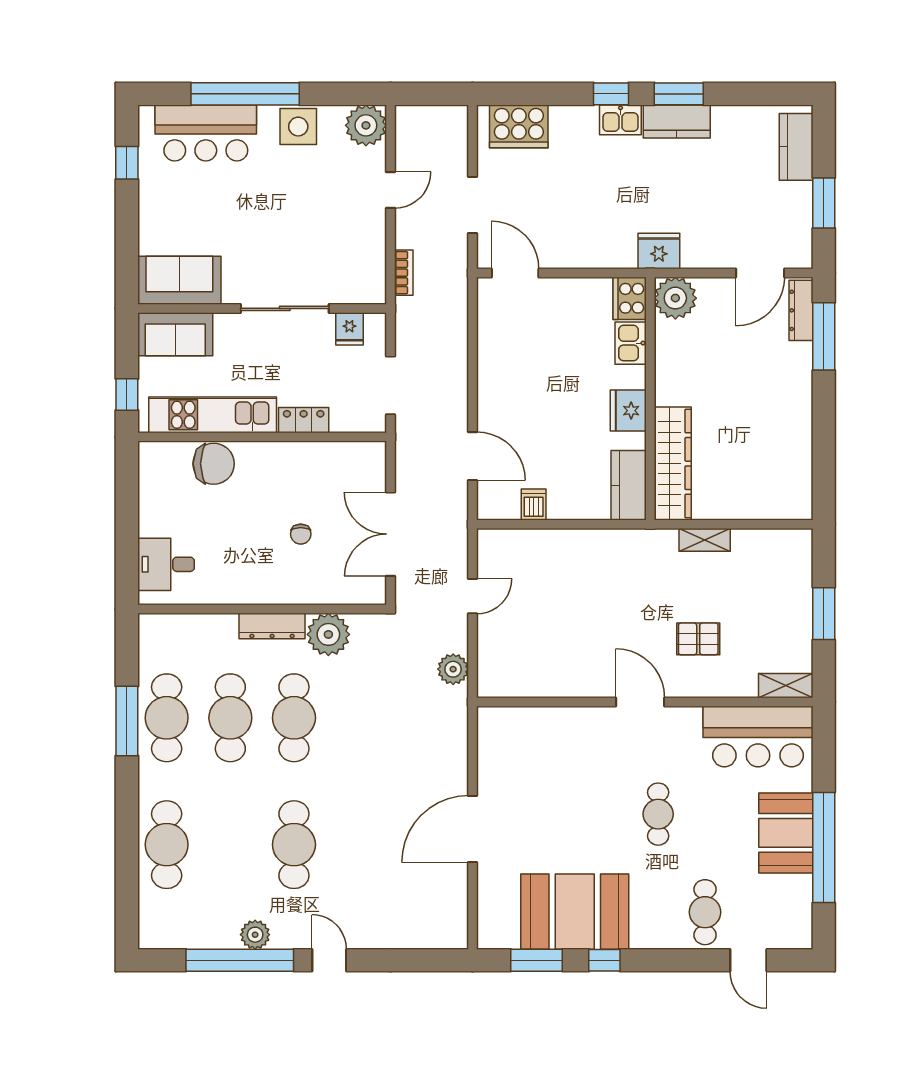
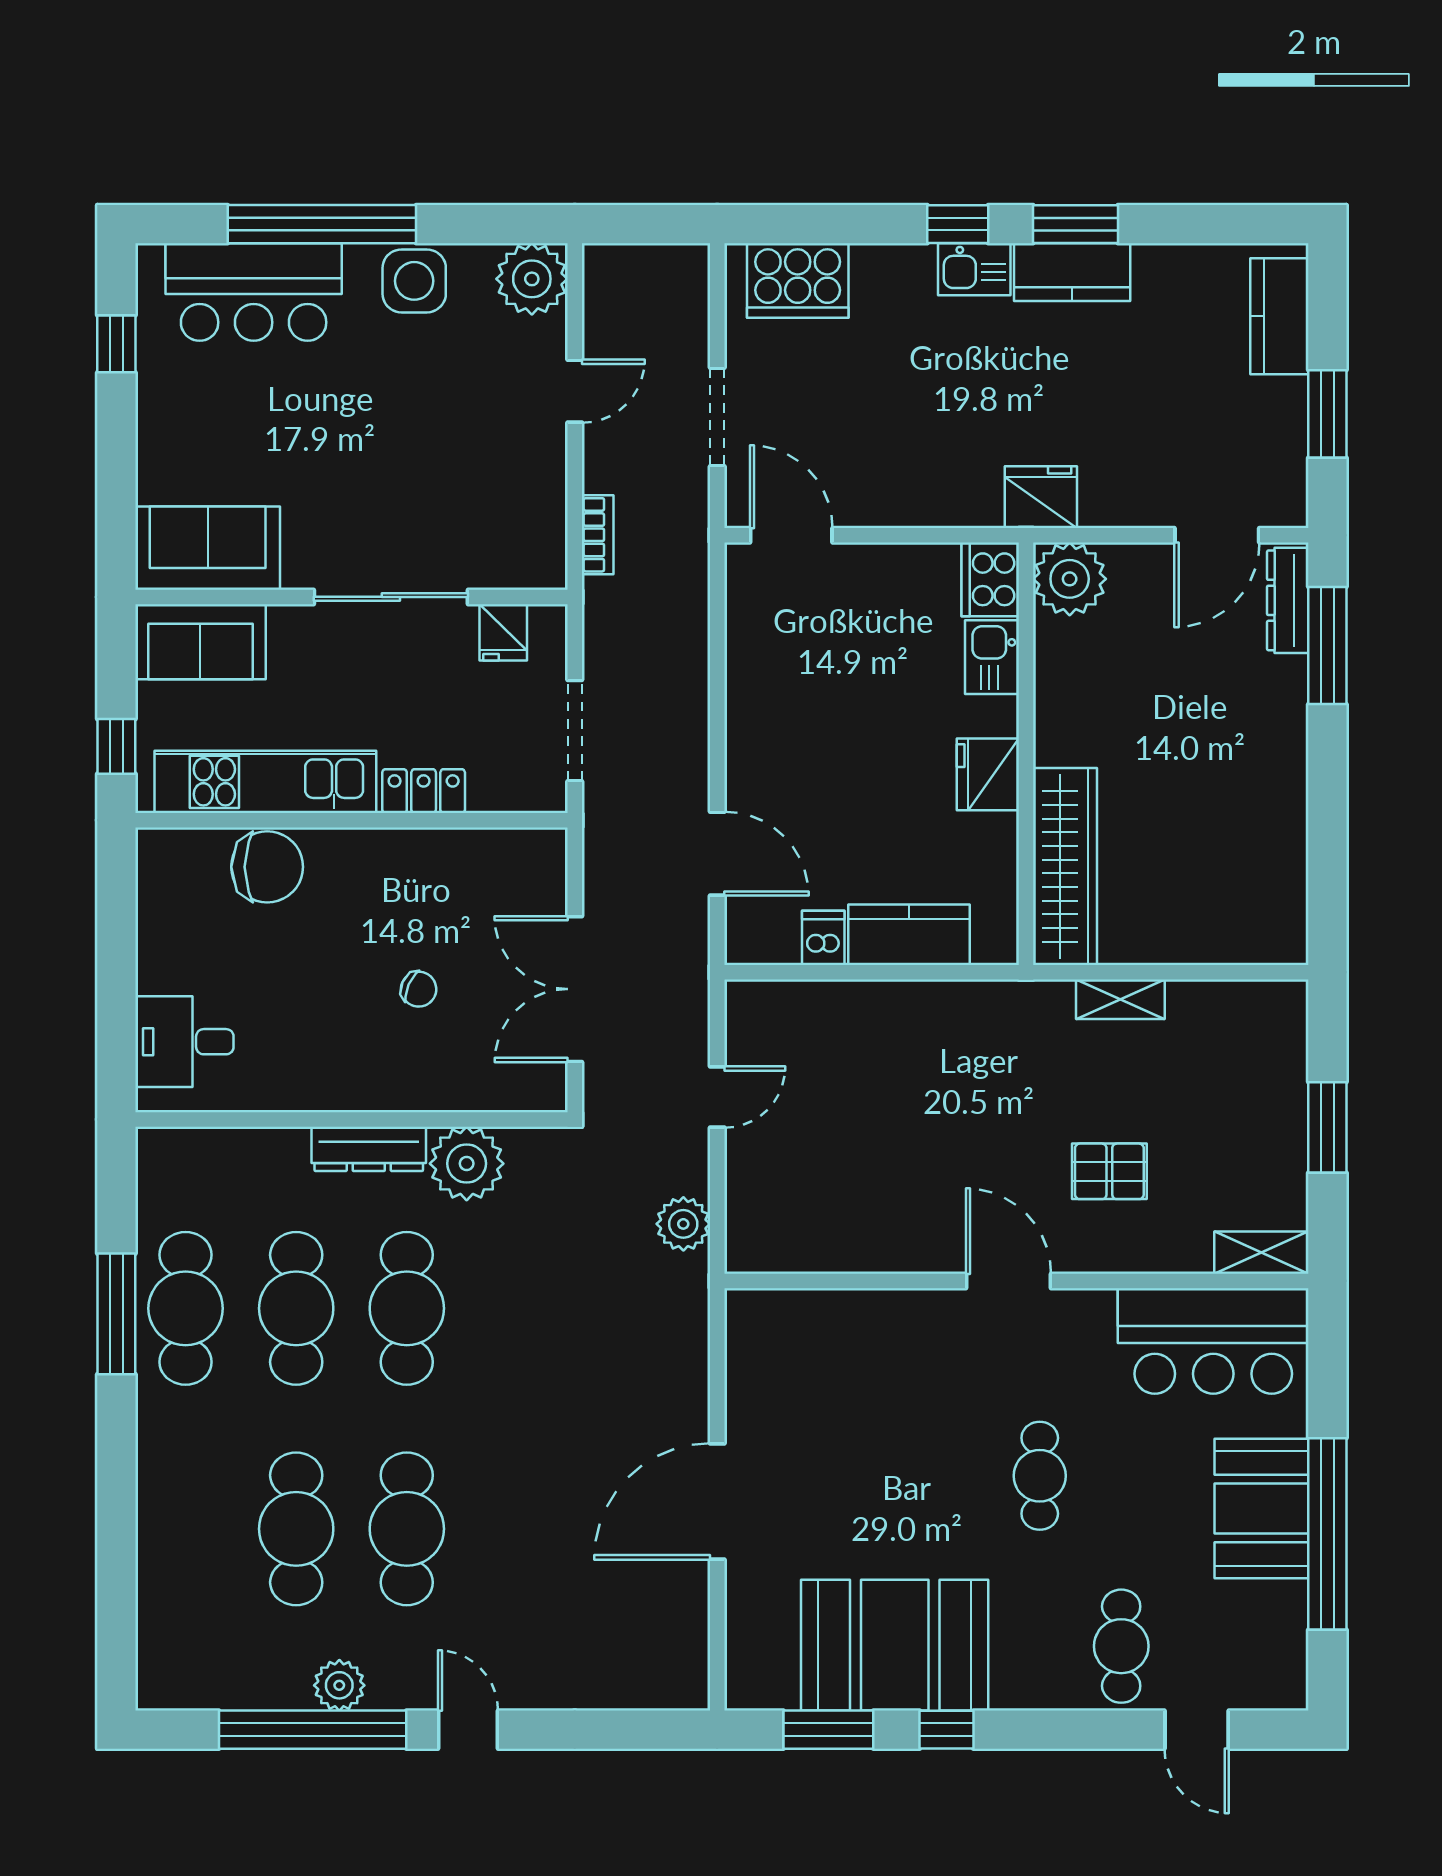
kitchen counter: (629, 485) -> (909, 935), moved, turned 90
chair: (301, 534) -> (419, 989), turned -66
cafe table: (167, 845) -> (296, 1529), moved

